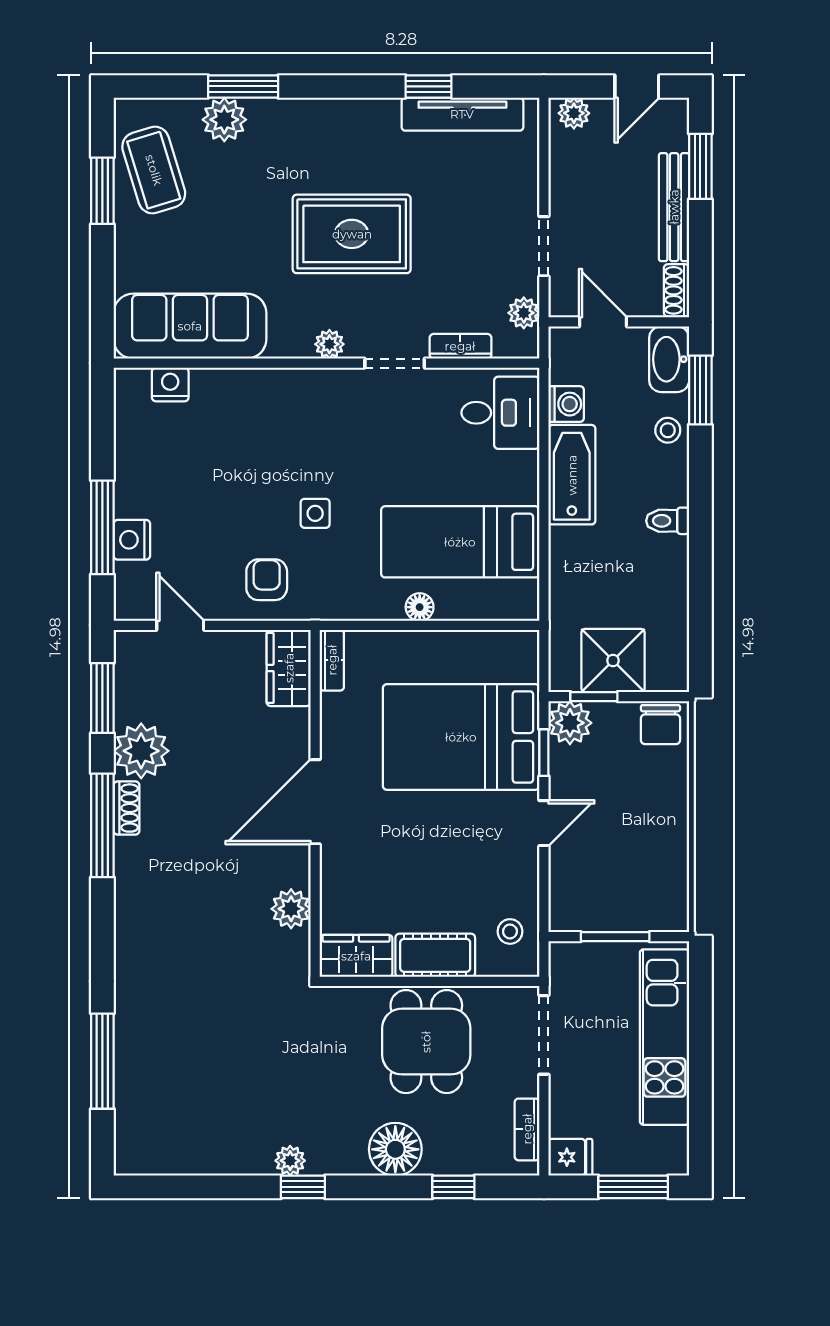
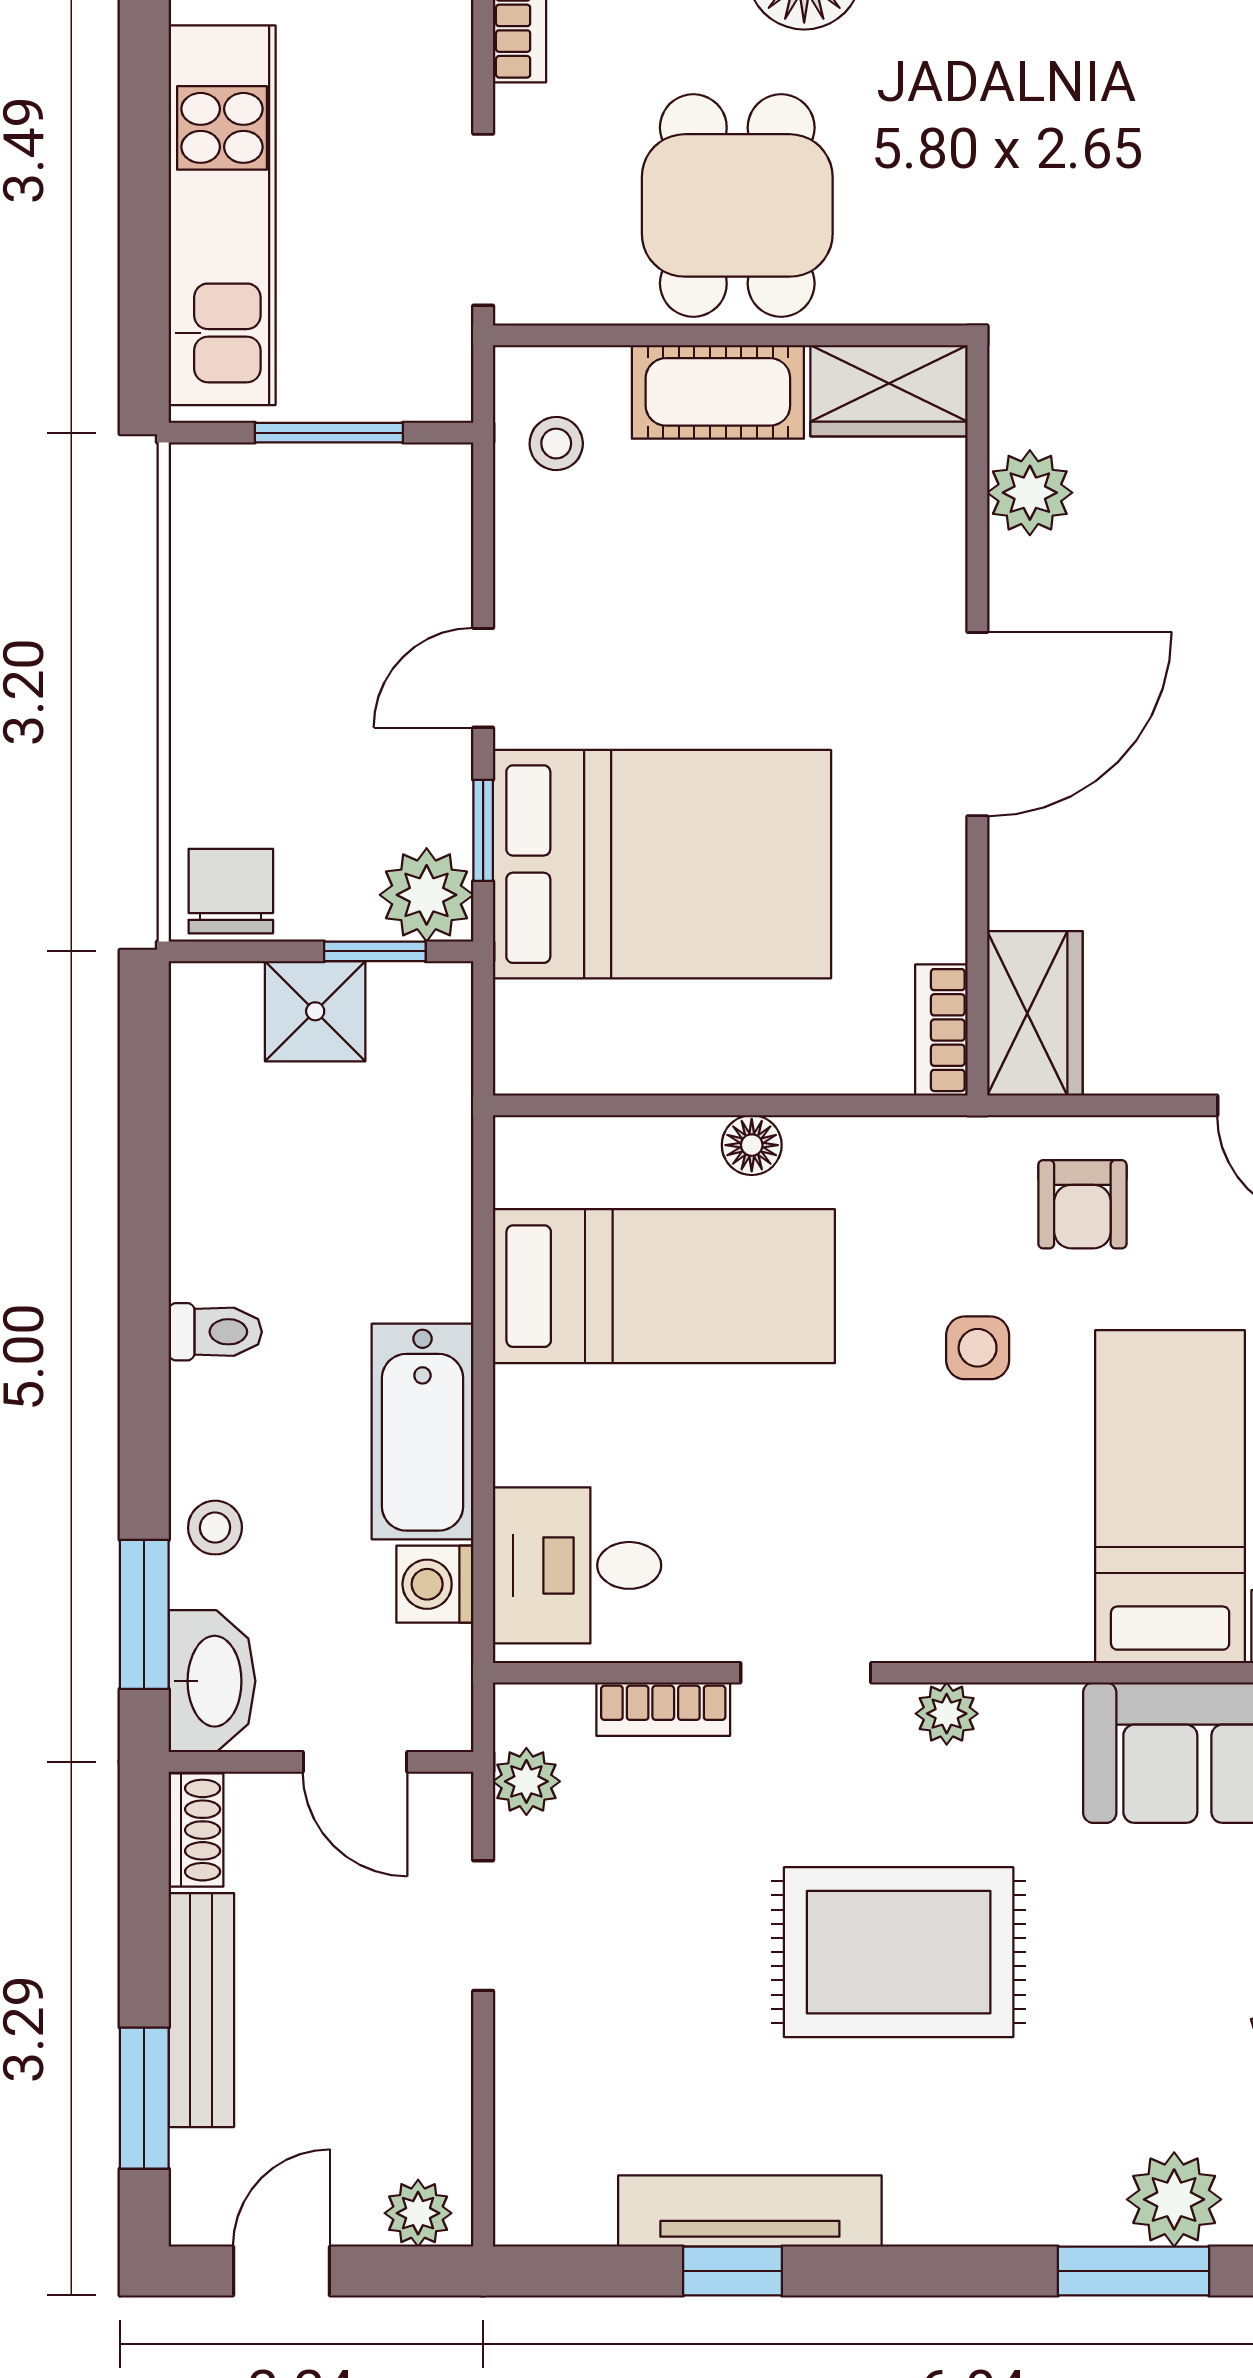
tv unit: (462, 114) -> (750, 2211), moved
bed: (226, 445) -> (1170, 1497), added
shower: (613, 661) -> (315, 1011), width x0.73, depth x0.73

